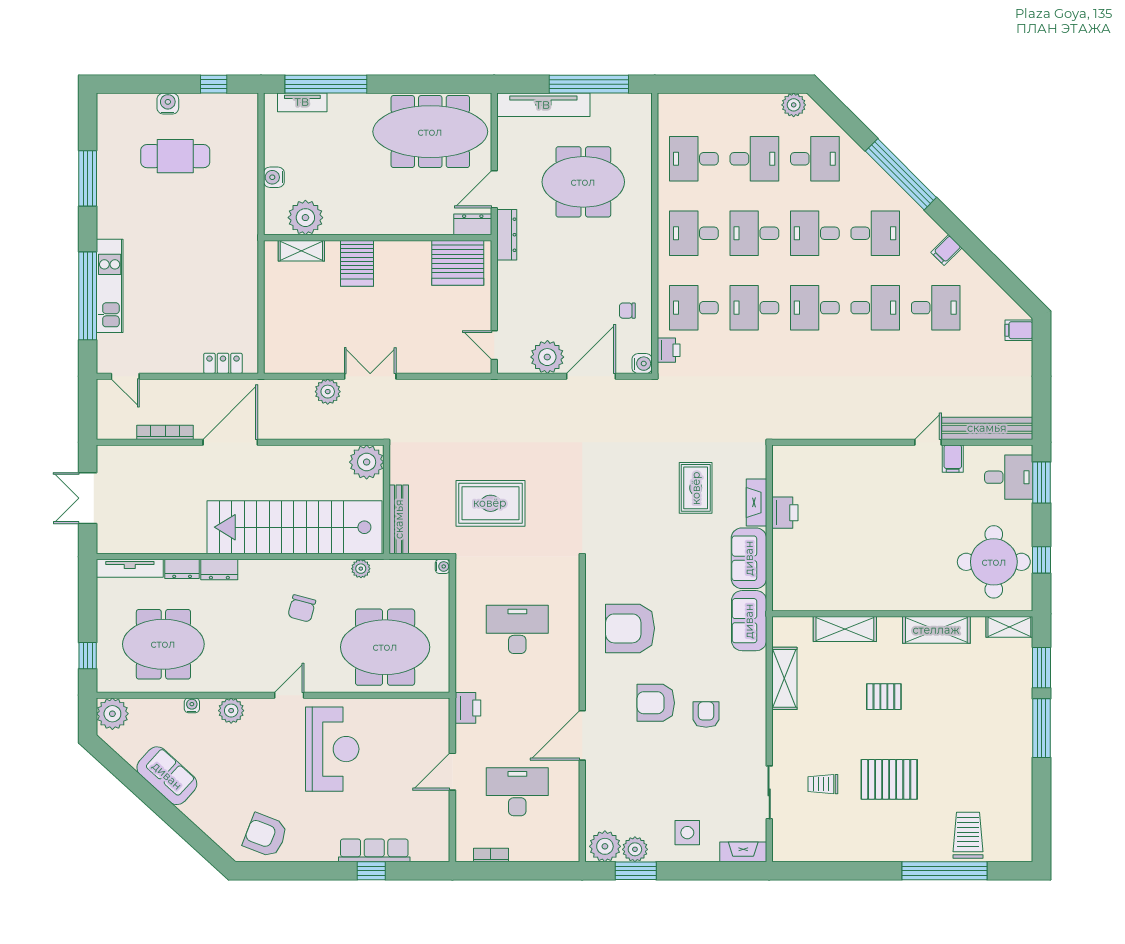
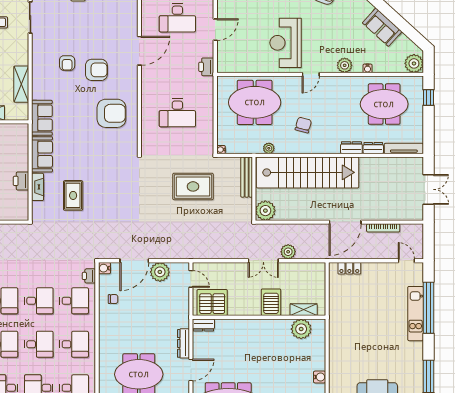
plant: (305, 218) -> (301, 329), moved
dresser: (473, 224) -> (203, 325), moved
wall: (378, 238) -> (259, 317), moved
shelving: (301, 251) -> (304, 310), moved
server rack: (357, 263) -> (271, 302), moved
server rack: (458, 263) -> (212, 303), moved

